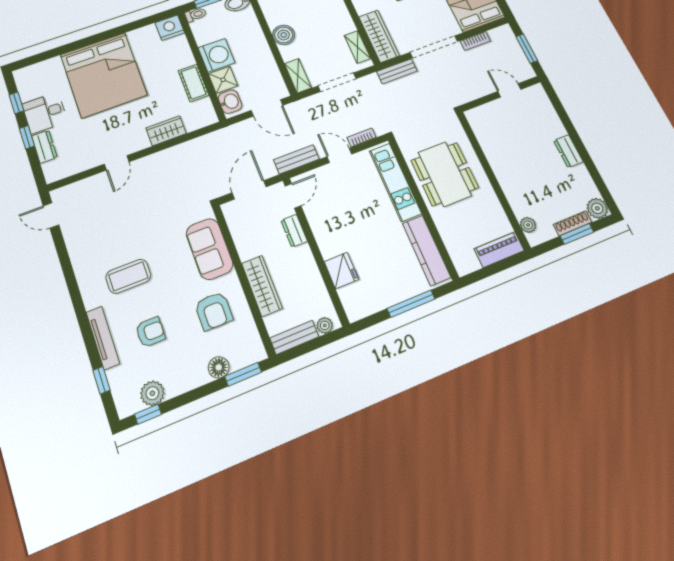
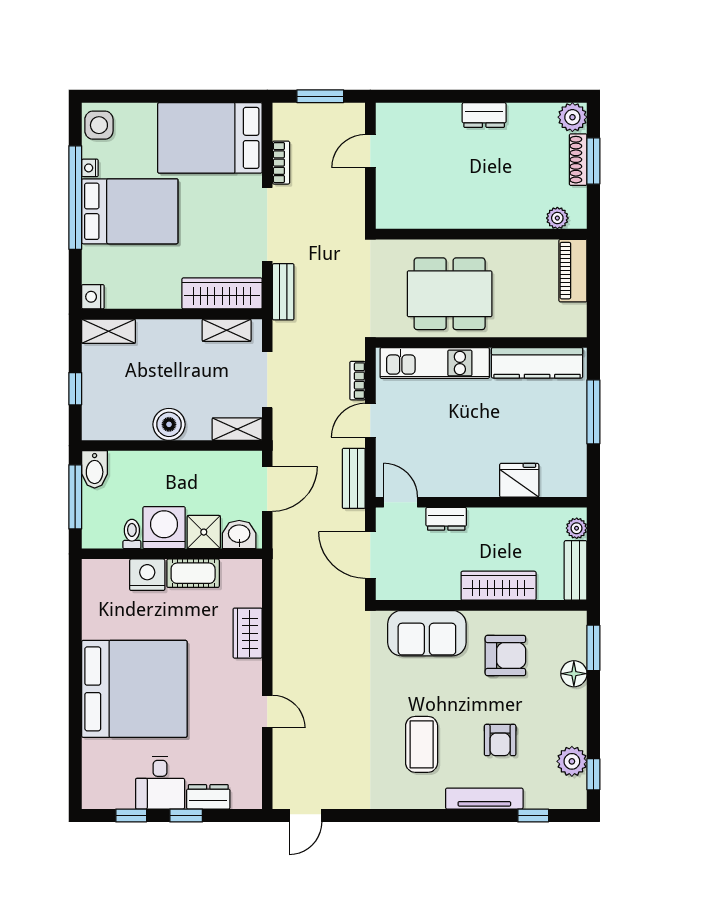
toilet: (195, 15) -> (132, 534), moved
nightstand: (170, 28) -> (147, 575), moved, turned 90
armchair: (150, 332) -> (500, 740), turned 180

